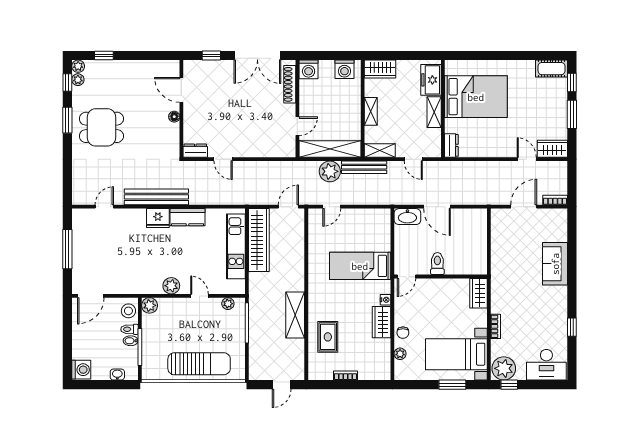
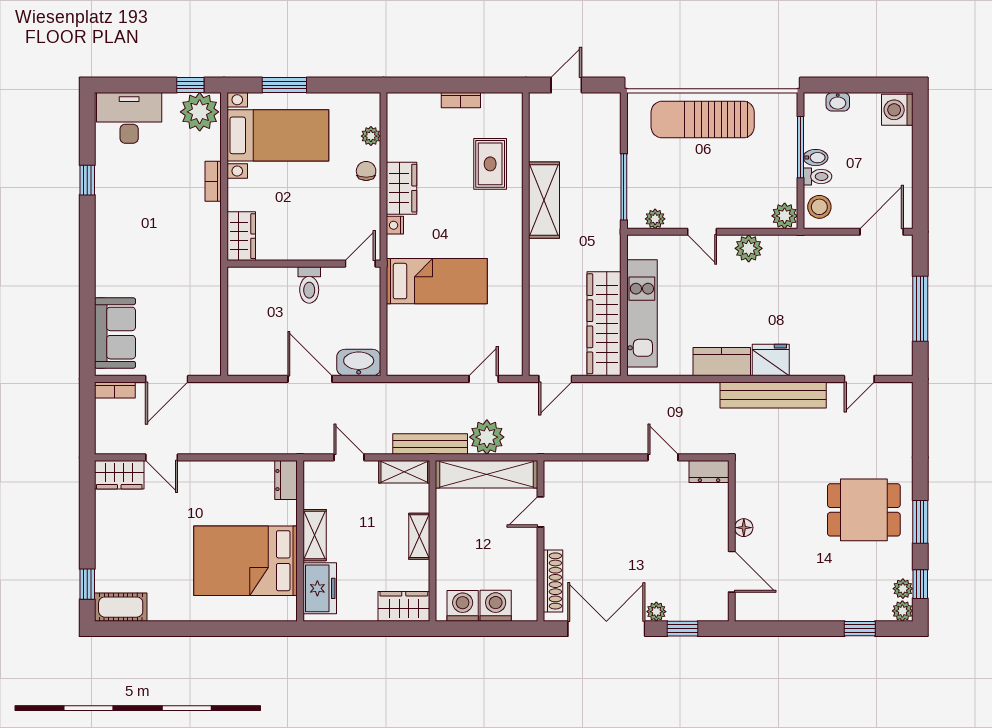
plant: (227, 66) -> (656, 612), added
washing machine: (309, 69) -> (496, 606), moved
window: (572, 114) -> (87, 531), removed
sofa: (555, 264) -> (115, 333), moved

